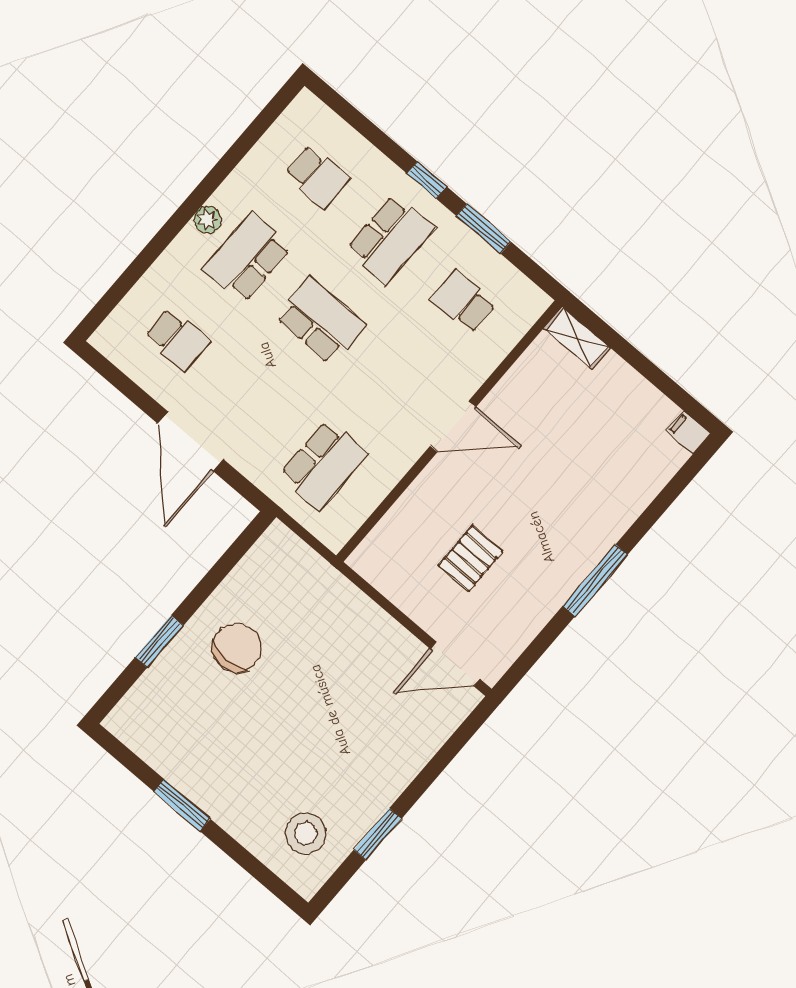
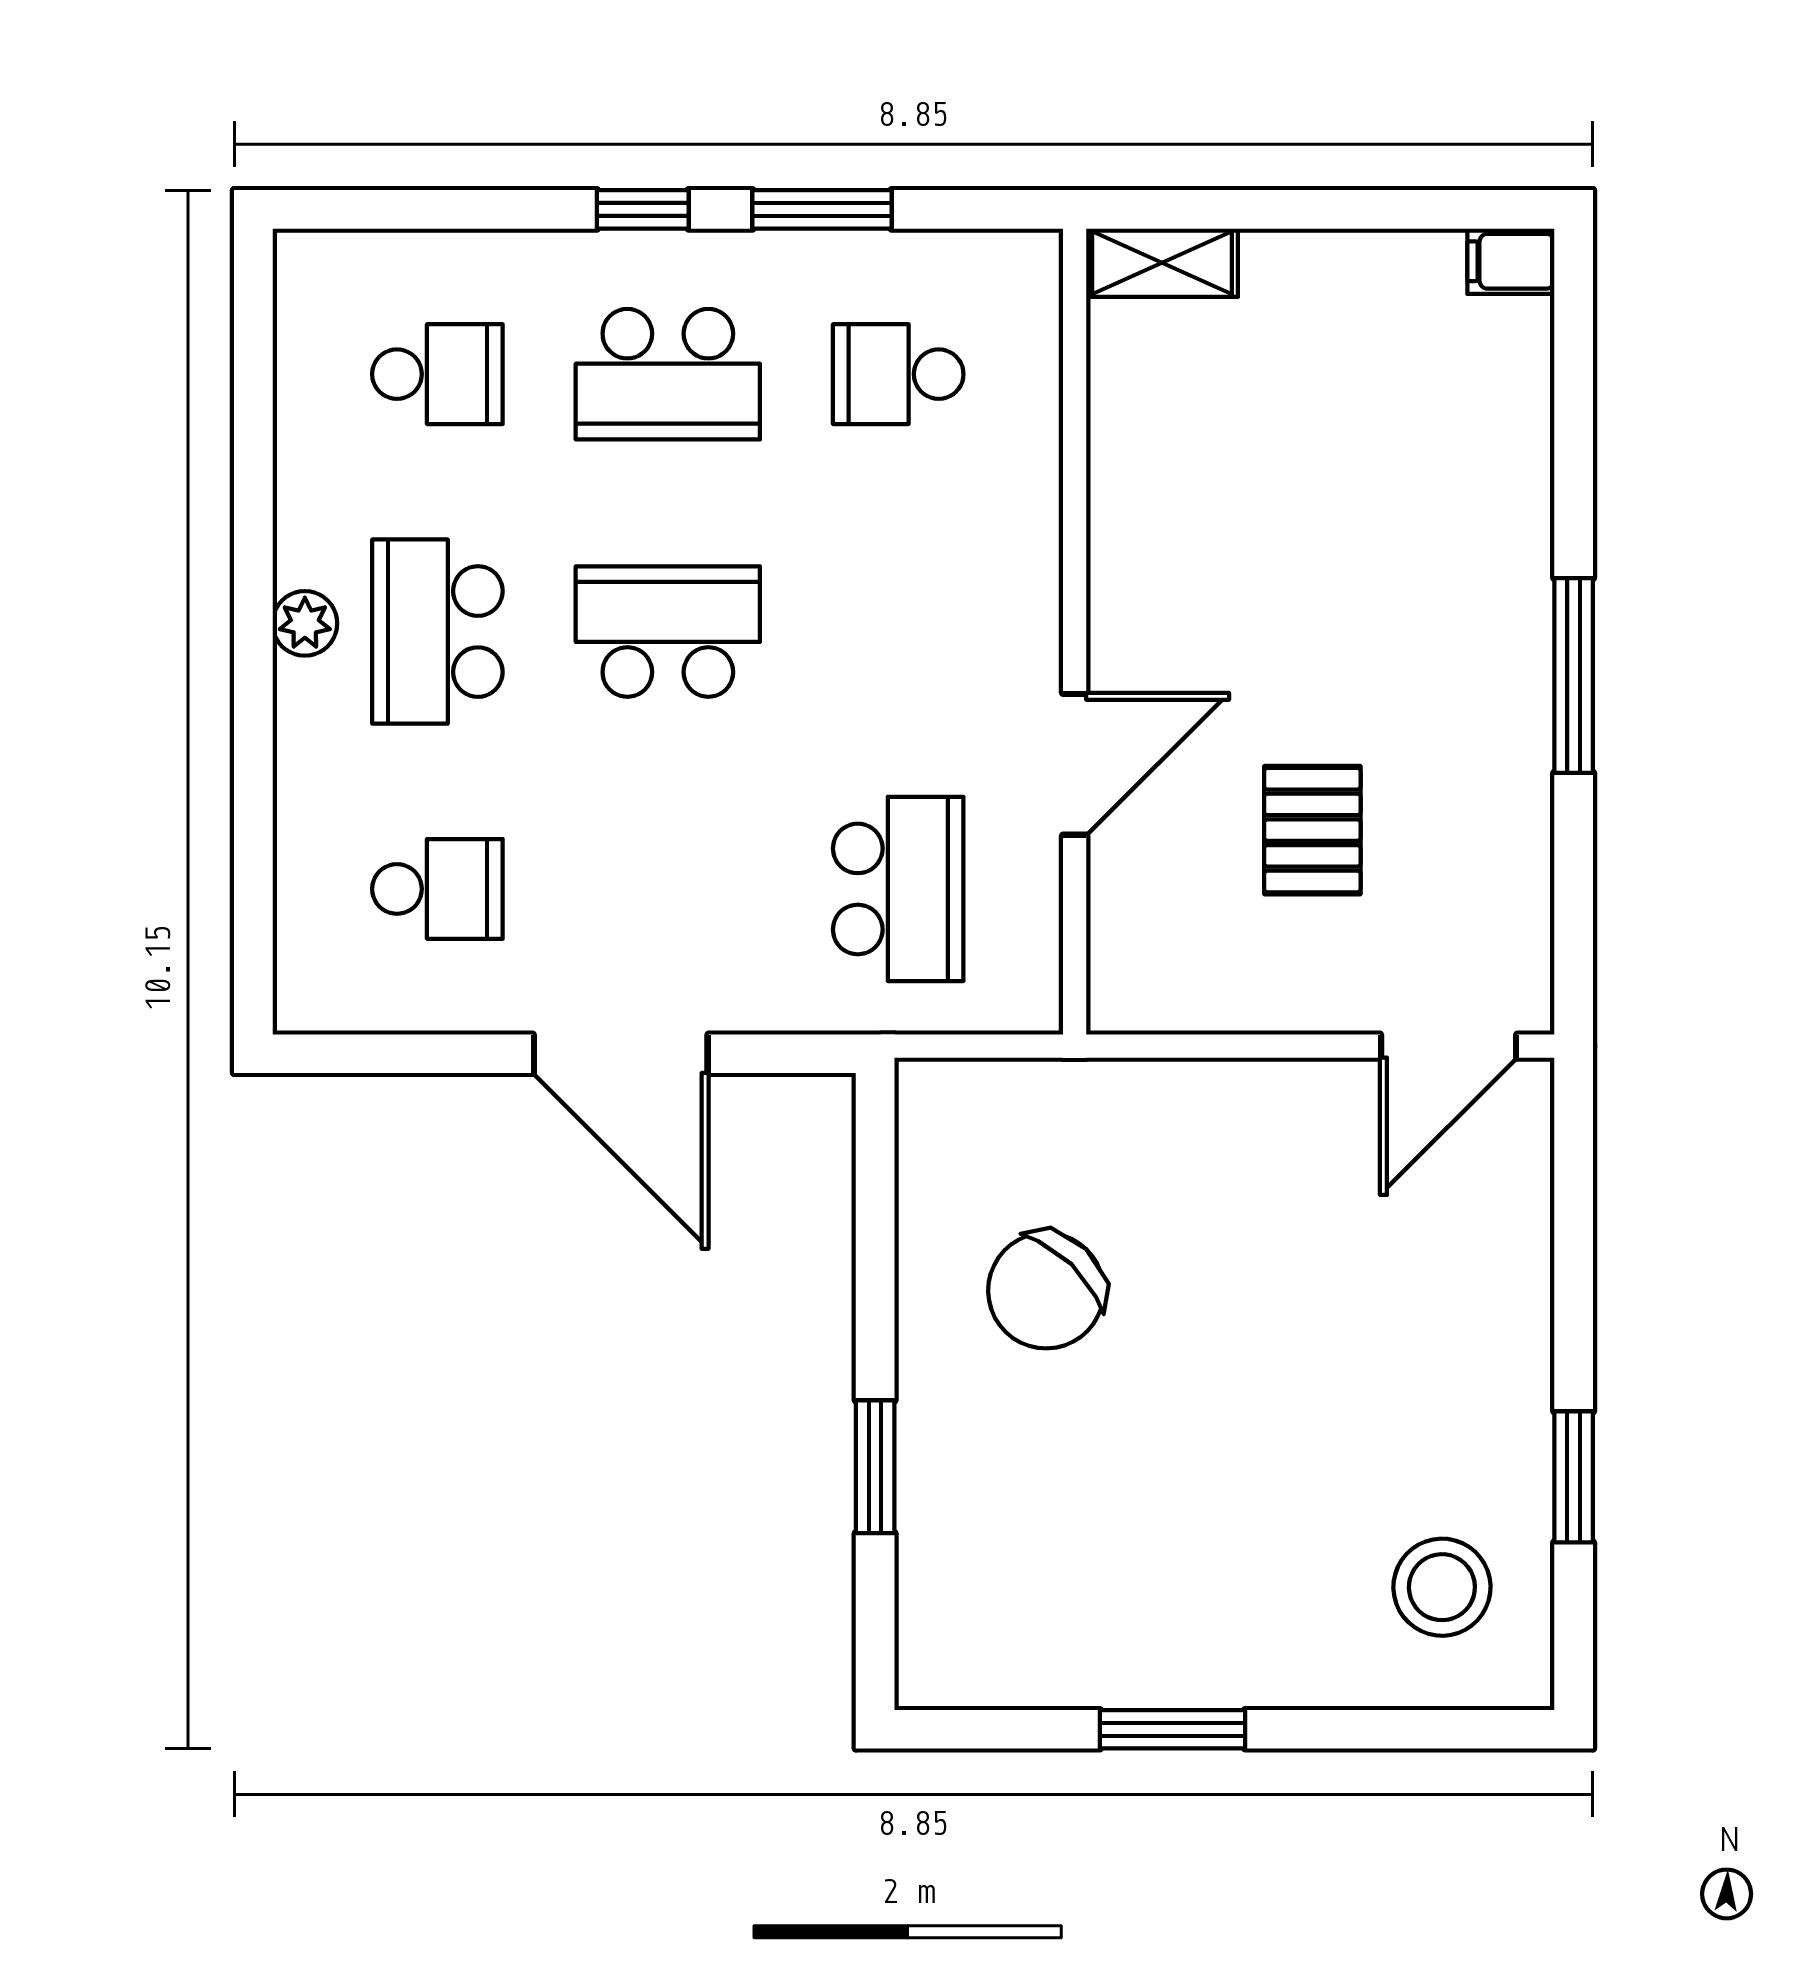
school desk: (390, 239) -> (668, 374), turned 90
door: (453, 426) -> (1075, 764), moved
chair: (237, 648) -> (1046, 1291), moved, turned -136

